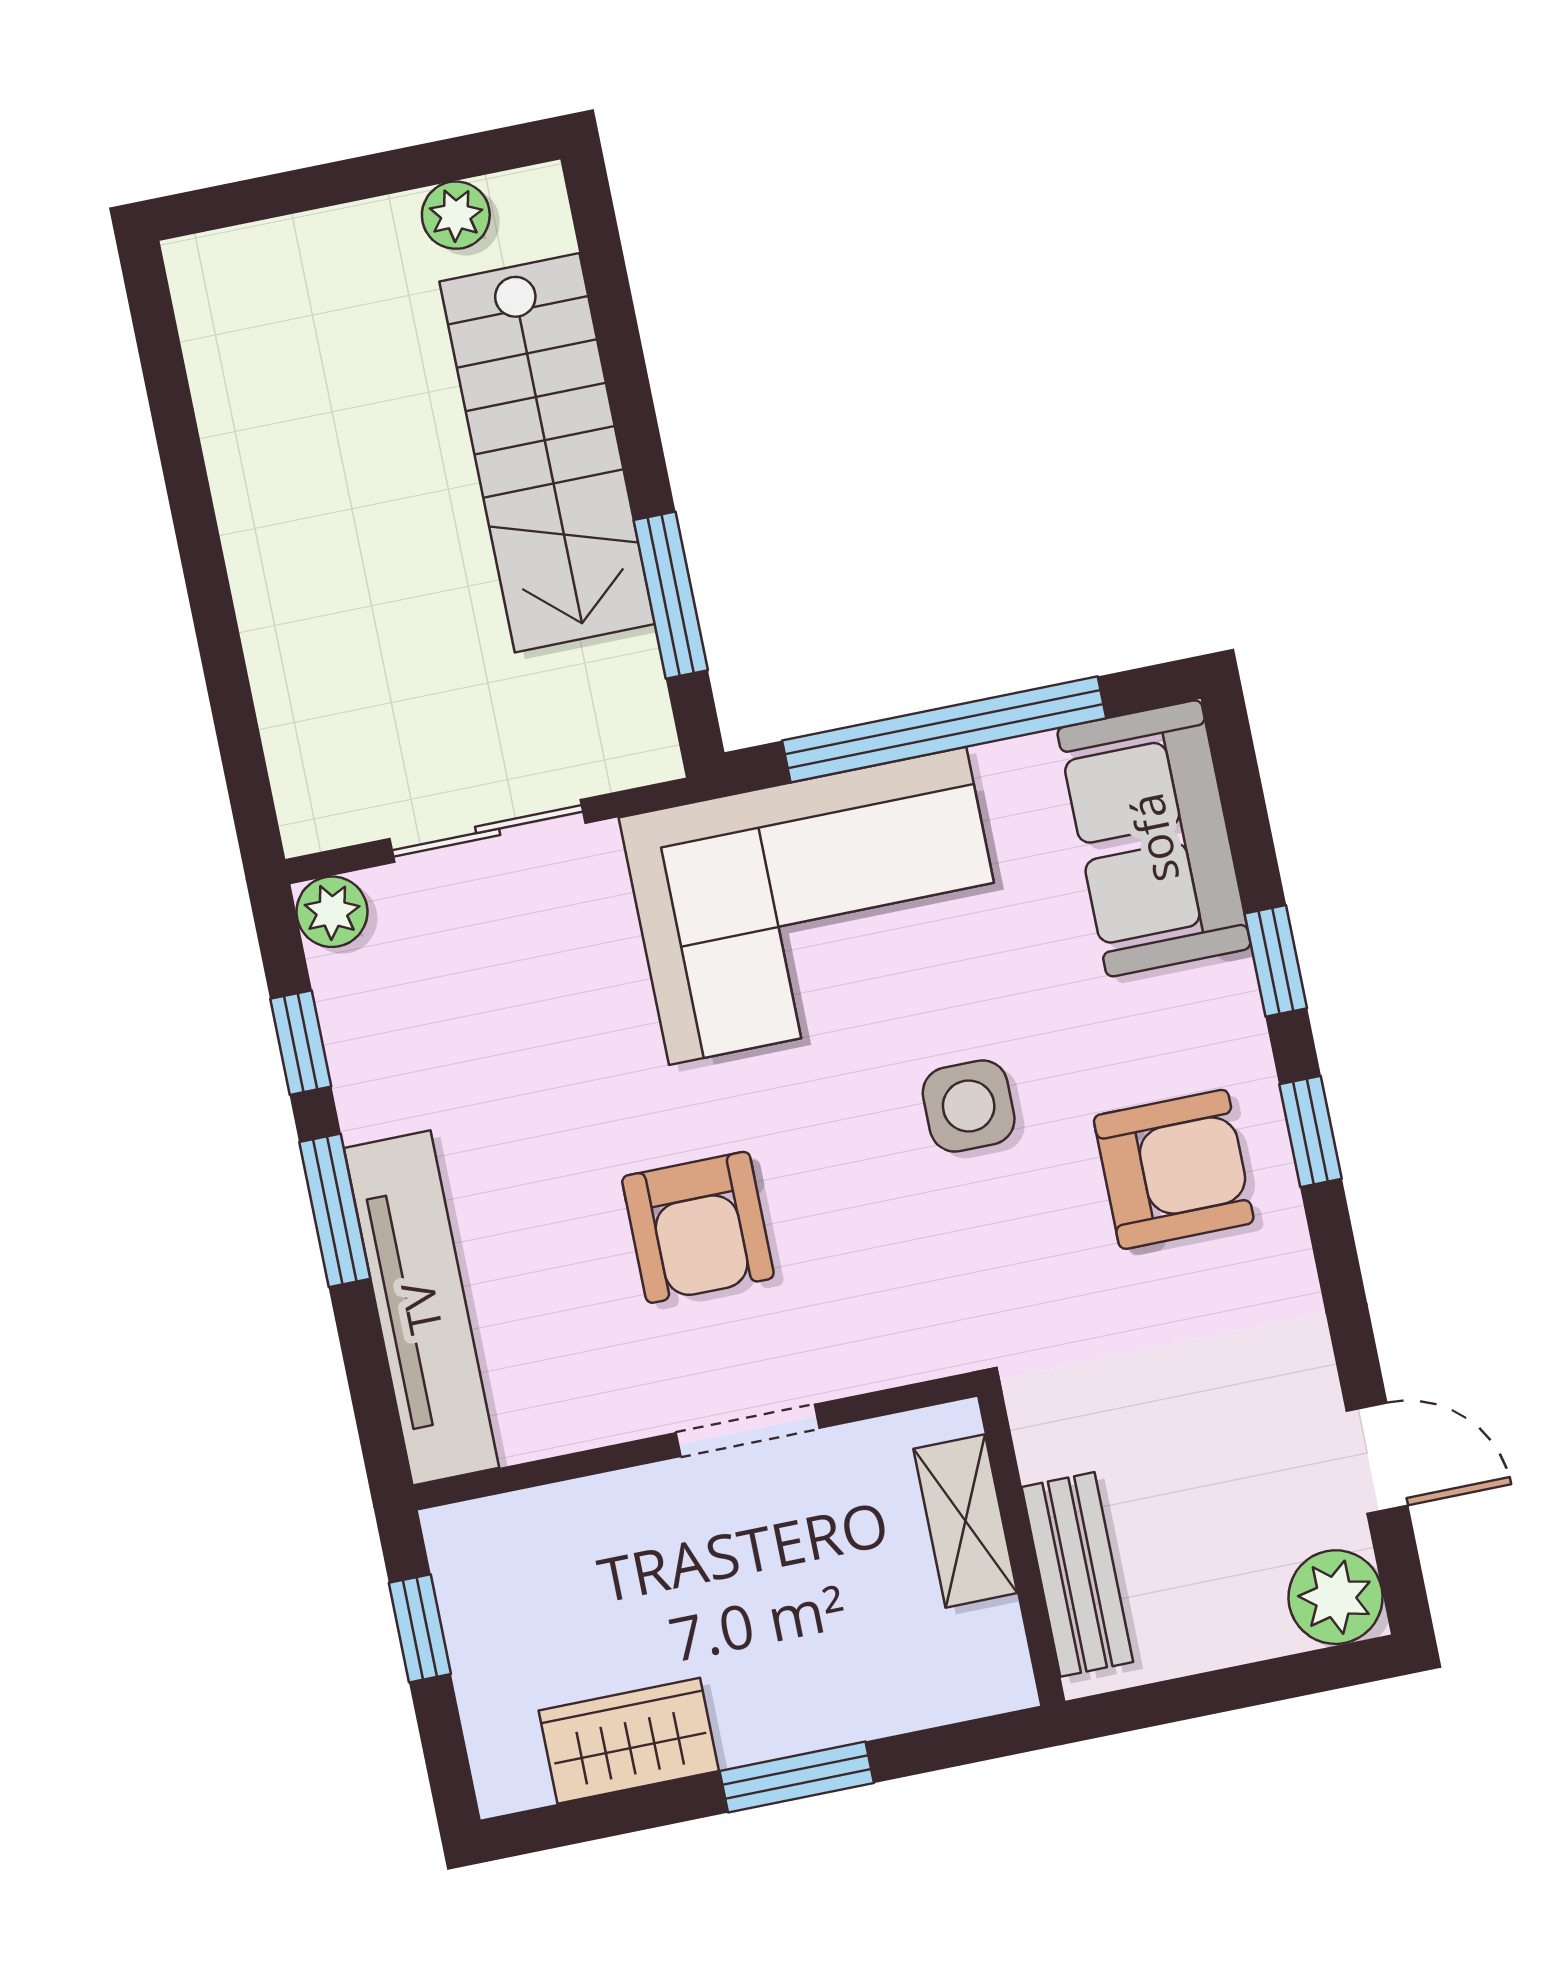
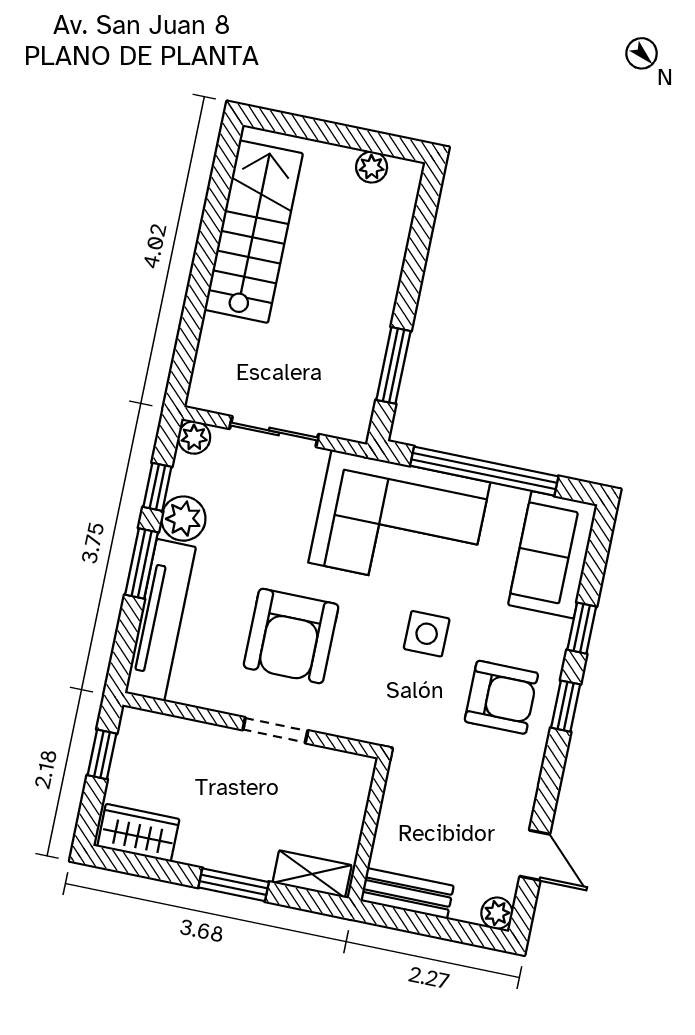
stairs: (547, 453) -> (254, 232), moved, turned 180
plant: (380, 1084) -> (183, 519), added
armchair: (698, 1227) -> (291, 636), width x1.36, depth x1.36
shelving: (965, 1521) -> (312, 874), moved, turned 90
bench: (1077, 1574) -> (407, 893), moved, turned 90
plant: (1336, 1597) -> (497, 913), width x0.73, depth x0.73
wardrobe: (629, 1741) -> (138, 833), moved

